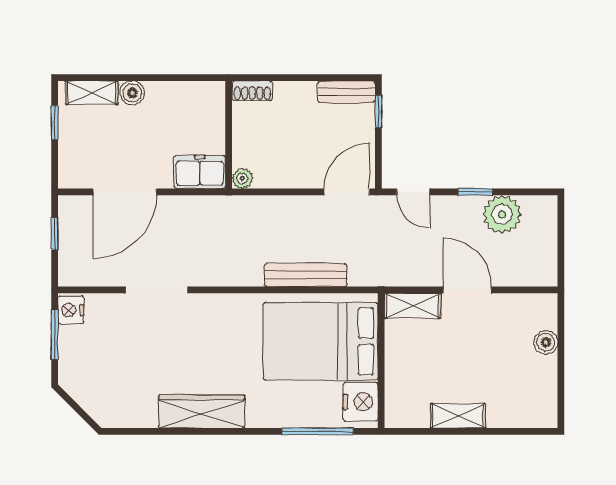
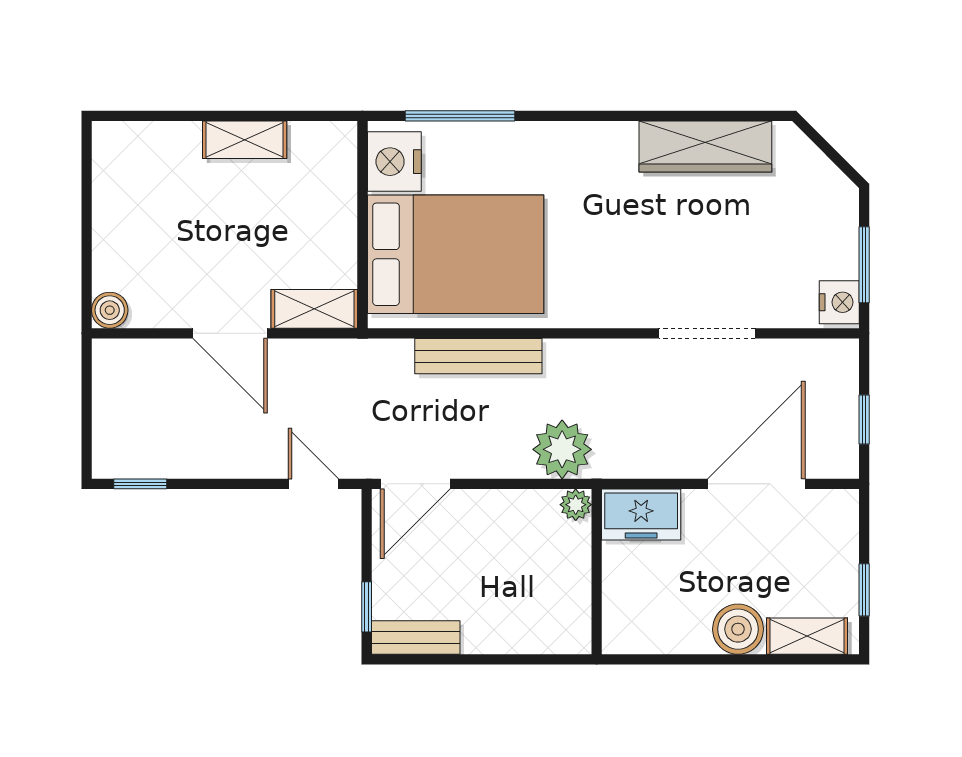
shoe rack: (252, 91) -> (560, 639), removed
boiler: (132, 93) -> (738, 629), width x1.36, depth x1.36
window: (475, 192) -> (140, 484), moved
plant: (502, 214) -> (562, 449), moved
boiler: (546, 342) -> (110, 310), moved
wardrobe: (202, 411) -> (705, 147), moved

